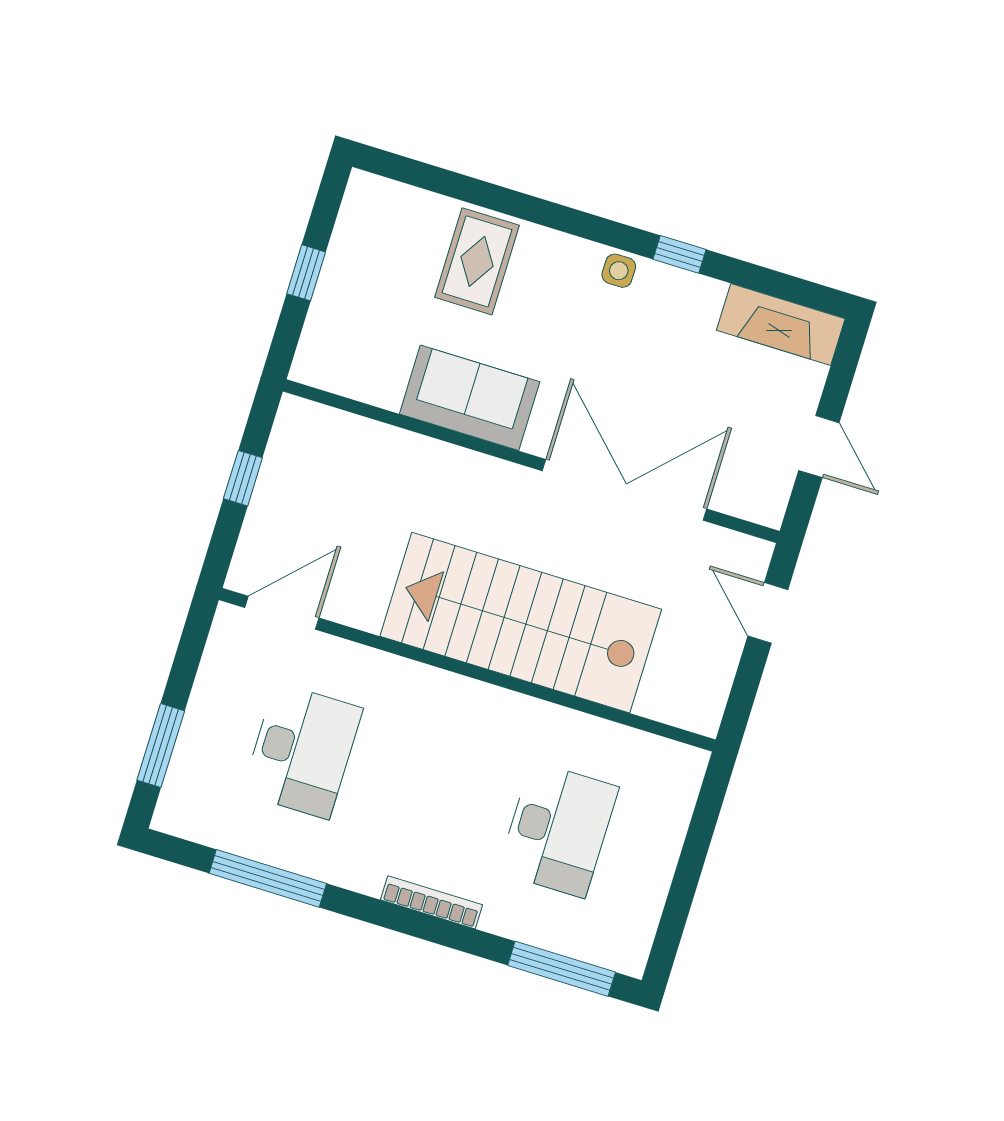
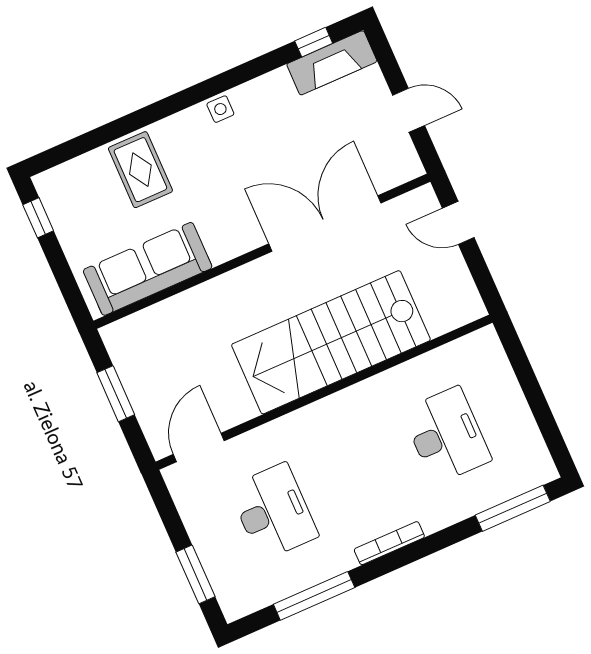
window: (679, 254) -> (314, 42), moved
window: (306, 273) -> (38, 218), moved
sofa: (470, 398) -> (148, 269), moved, width x1.36
window: (243, 478) -> (116, 394), width x1.50
bookcase: (432, 902) -> (389, 543), moved

